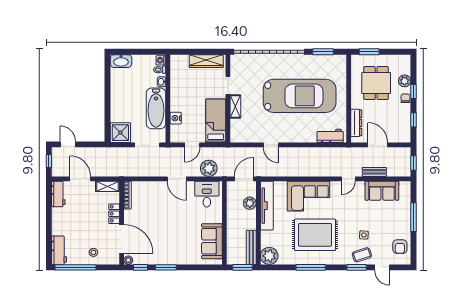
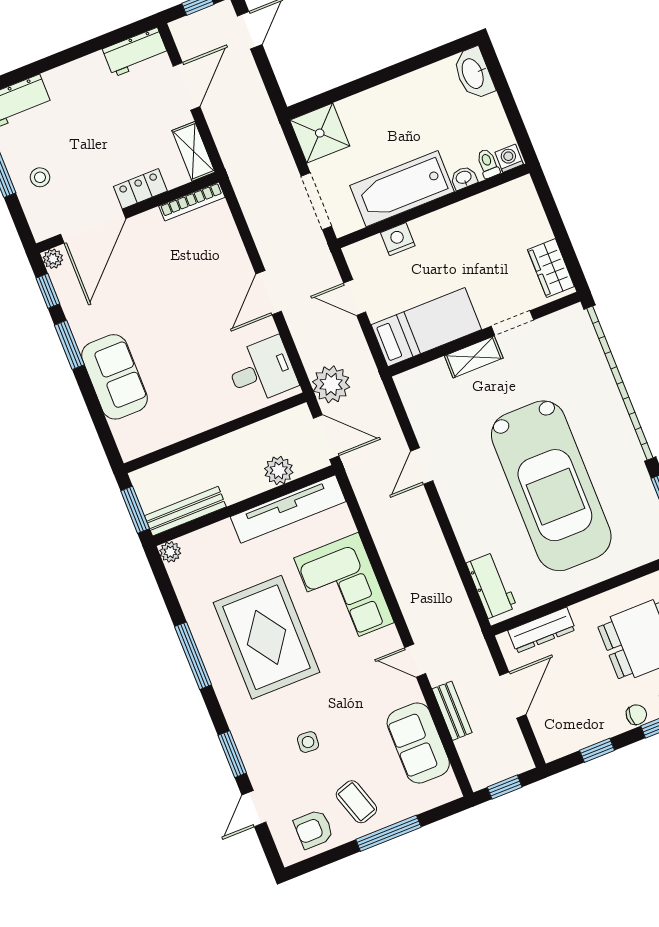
wardrobe: (206, 61) -> (551, 268), width x0.67
plant: (209, 168) -> (331, 384), moved
sofa: (212, 241) -> (114, 377), moved, turned 90
coffee table: (362, 255) -> (356, 802), moved
plant: (269, 256) -> (170, 552), width x0.53, depth x0.53

